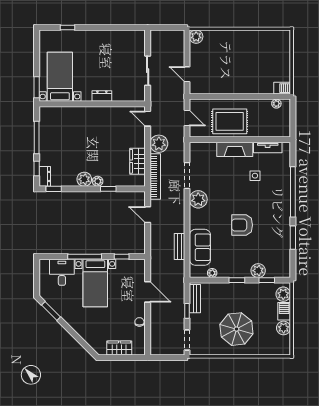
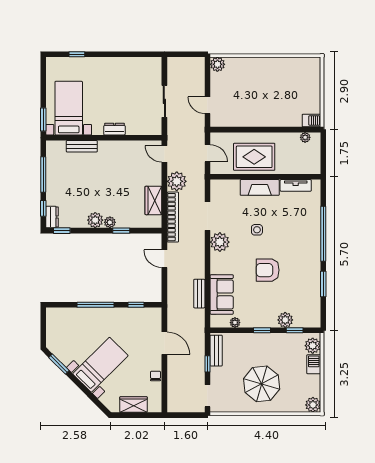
bench: (72, 112) -> (82, 146), added
side table: (255, 176) -> (257, 230), moved
desk: (62, 272) -> (71, 322), removed
bed with nightstands: (95, 283) -> (100, 365), moved, turned -135
plant: (284, 328) -> (313, 405), moved

